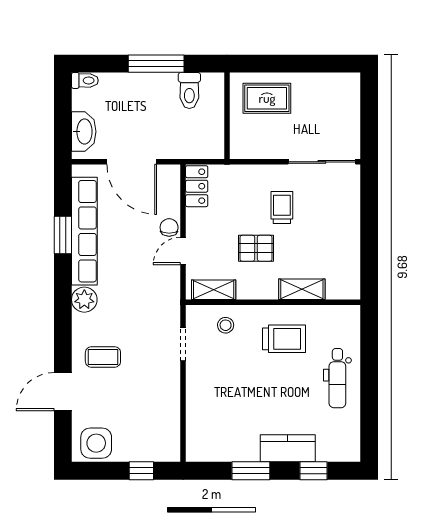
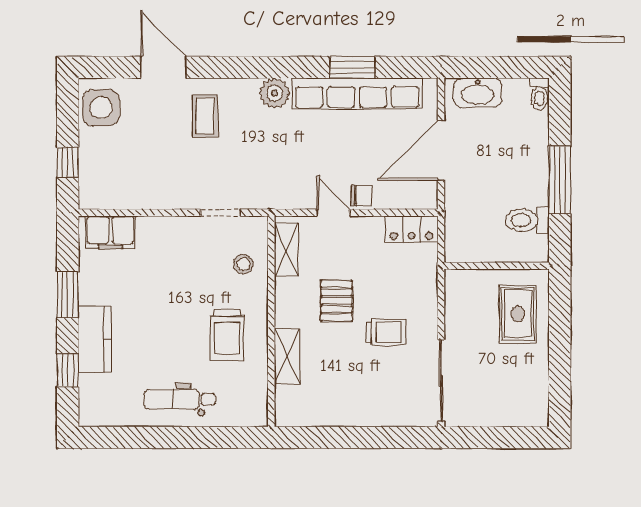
filing cabinet: (199, 435) -> (110, 232), added

